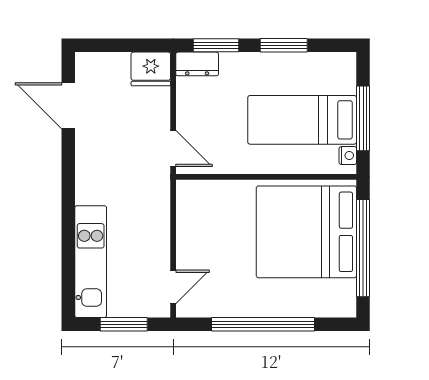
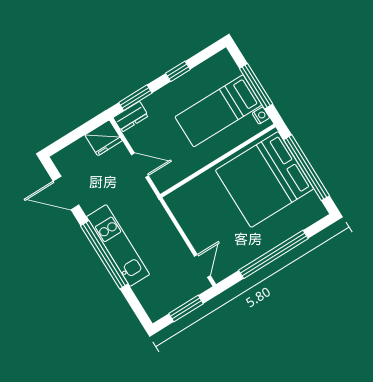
window: (284, 45) -> (178, 71), width x0.67
door: (173, 148) -> (140, 165), moved
window: (68, 204) -> (104, 255), added
kitchen unit: (91, 262) -> (118, 245), moved

